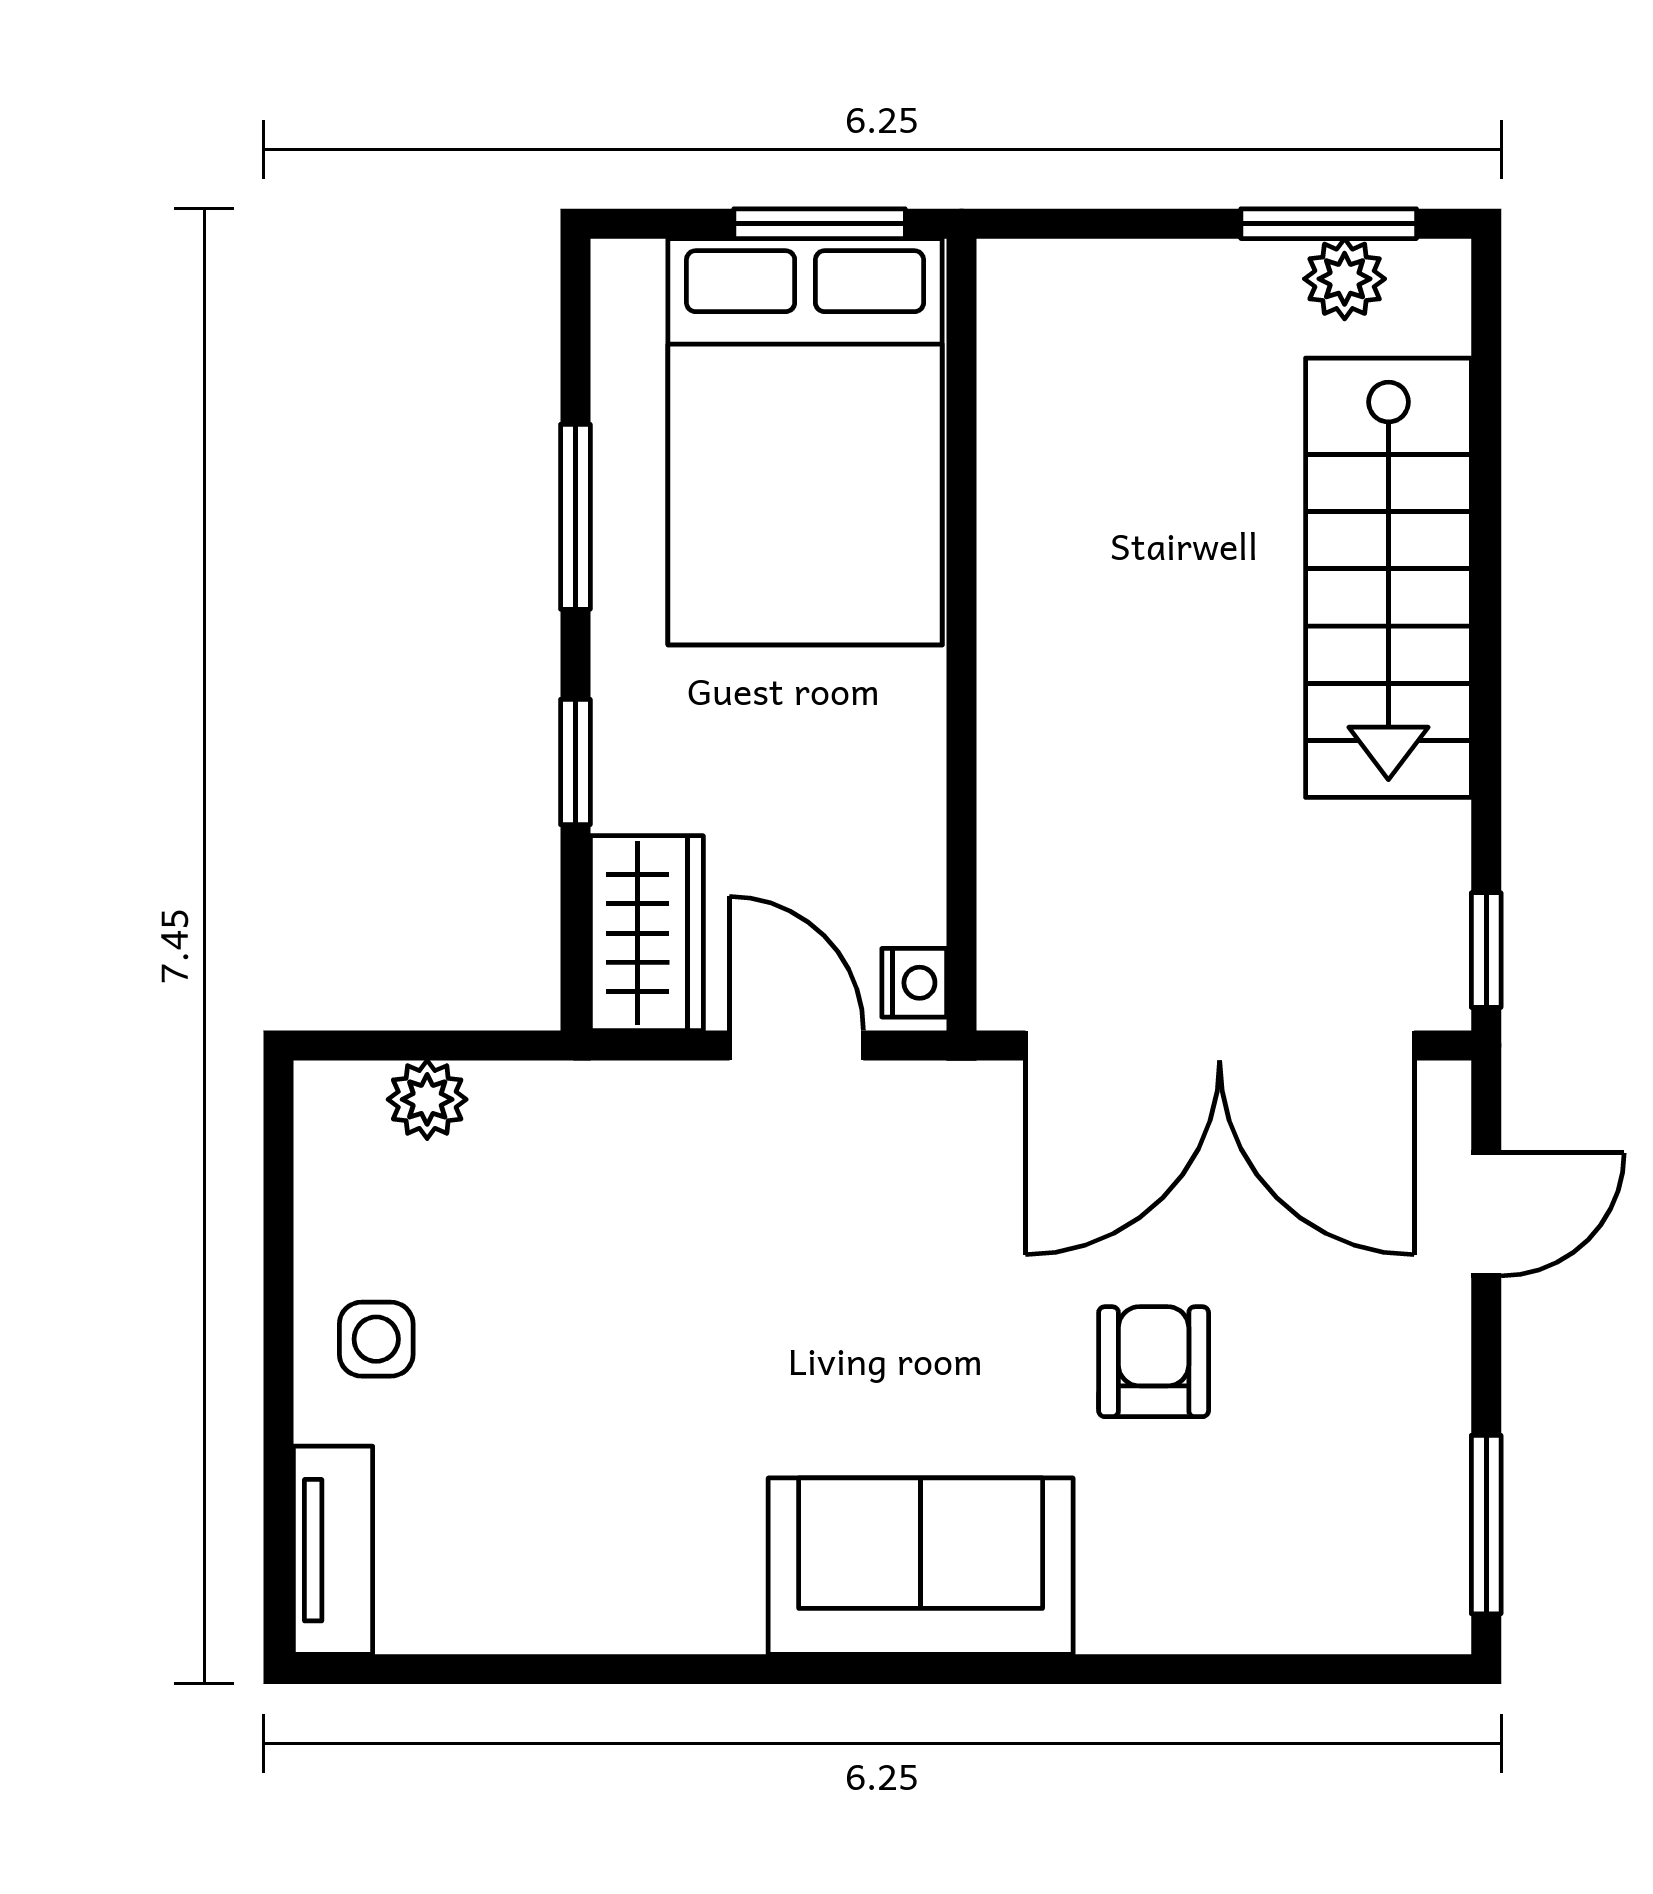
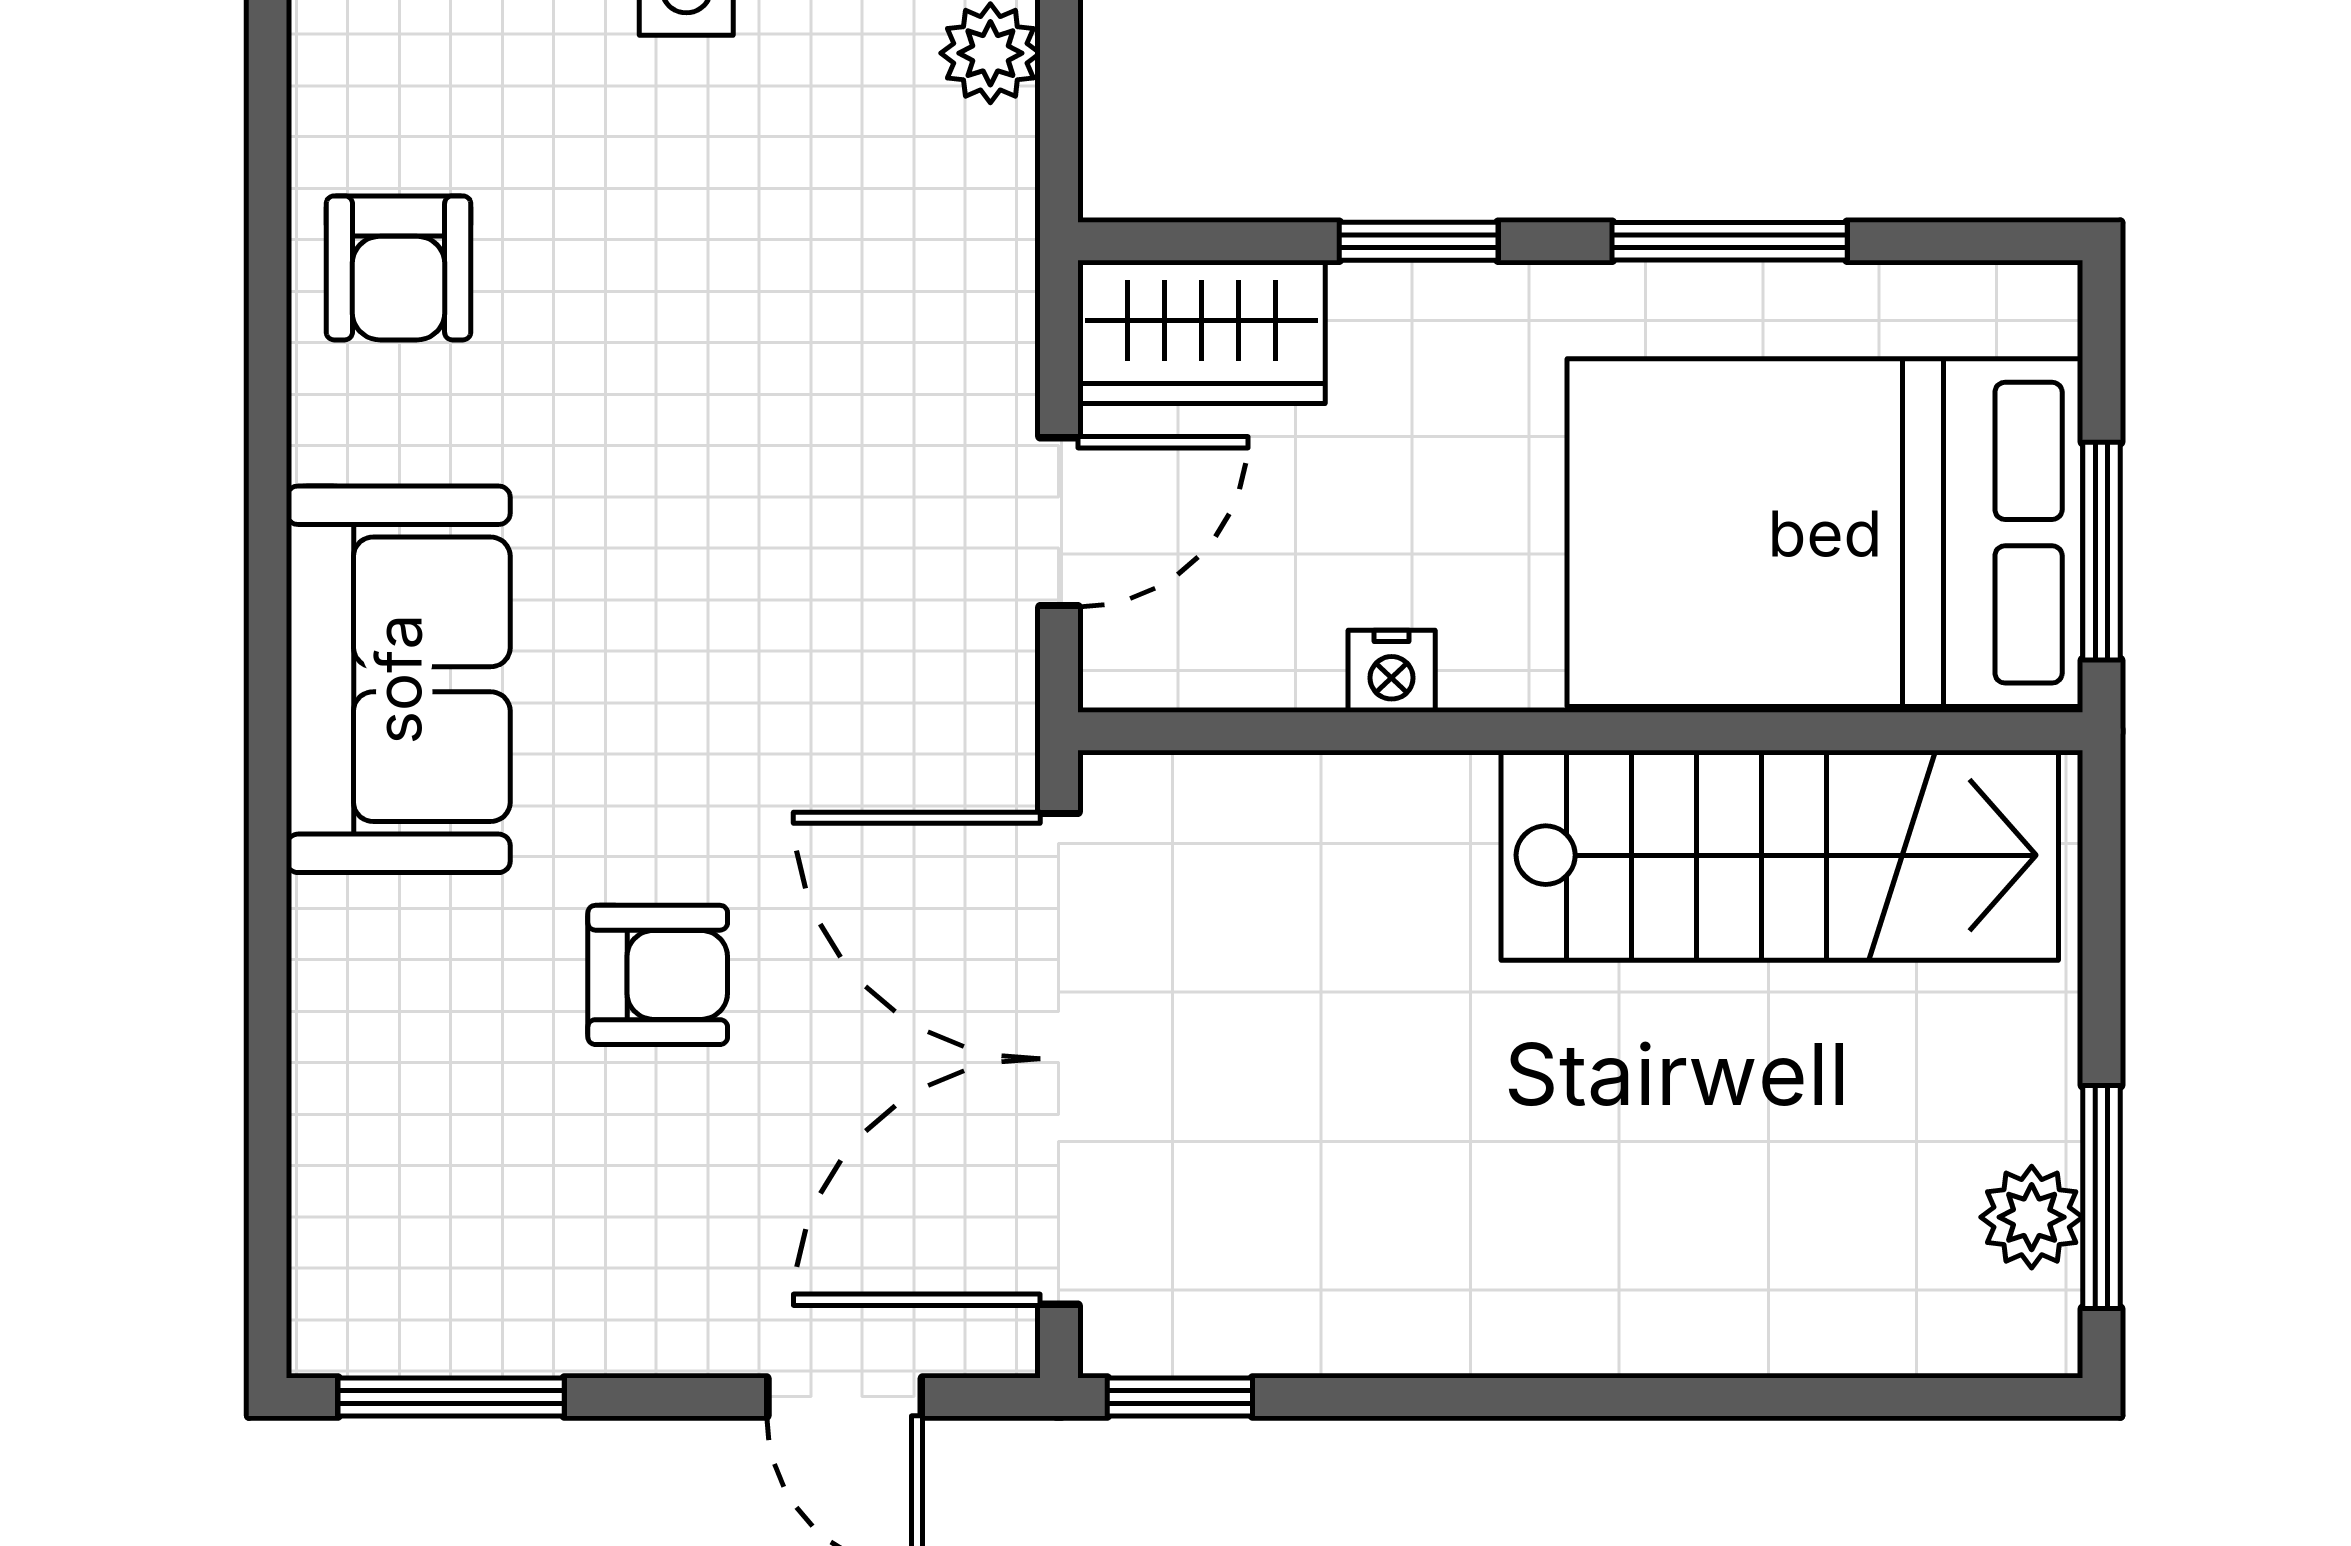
stairs: (1388, 578) -> (1780, 855), moved, turned 180
nightstand: (914, 983) -> (1392, 671), moved
armchair: (596, 1566) -> (399, 268), added

